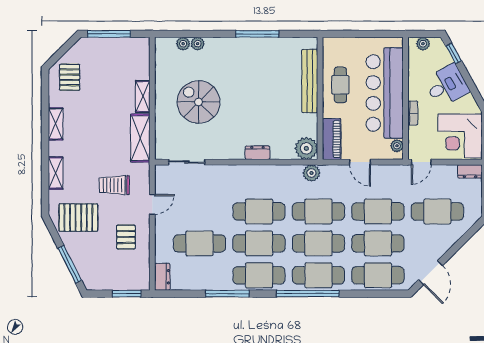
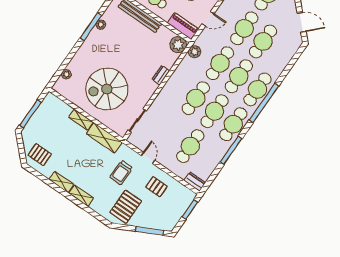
plant: (198, 44) -> (101, 25), moved
spiral stairs: (199, 102) -> (107, 89), width x1.37, depth x1.37
shelving: (56, 173) -> (81, 196), moved
cafe table: (378, 275) -> (282, 54), removed

